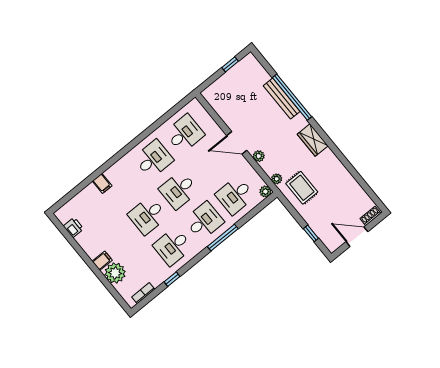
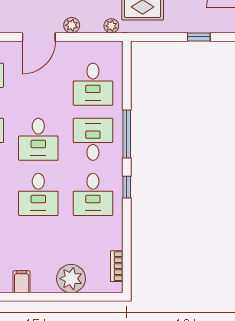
plant: (265, 191) -> (115, 49), removed
filing cabinet: (102, 261) -> (22, 282), moved
window: (172, 279) -> (127, 187), moved

